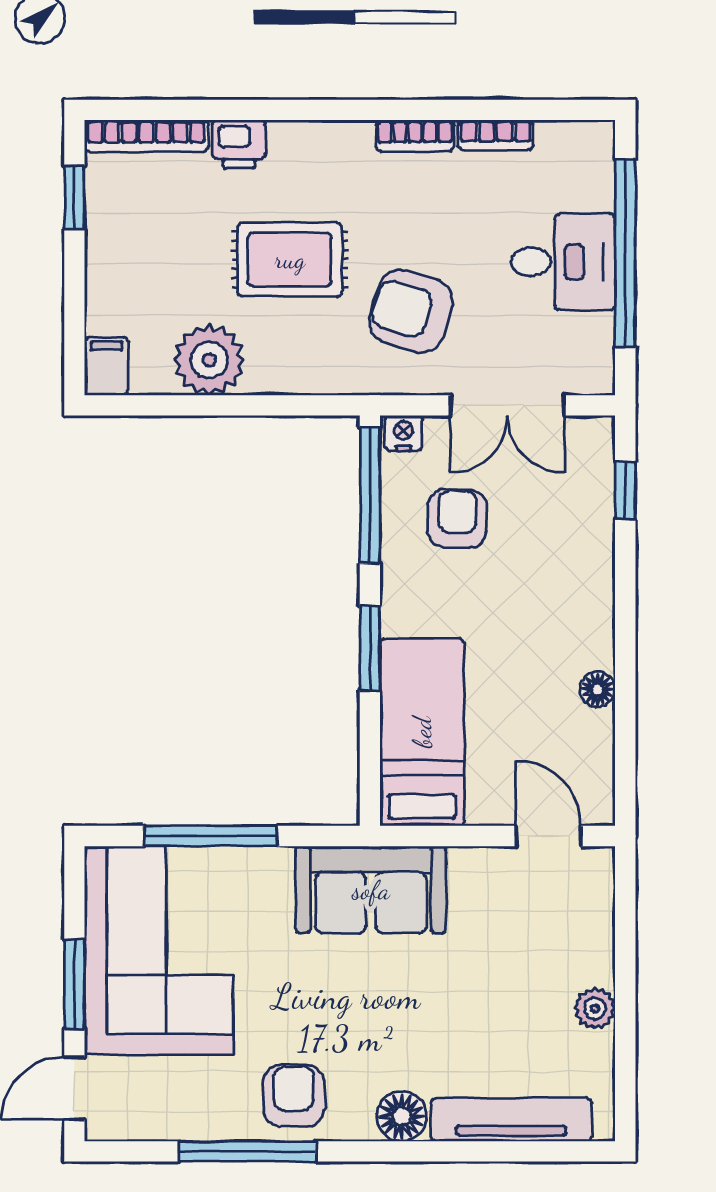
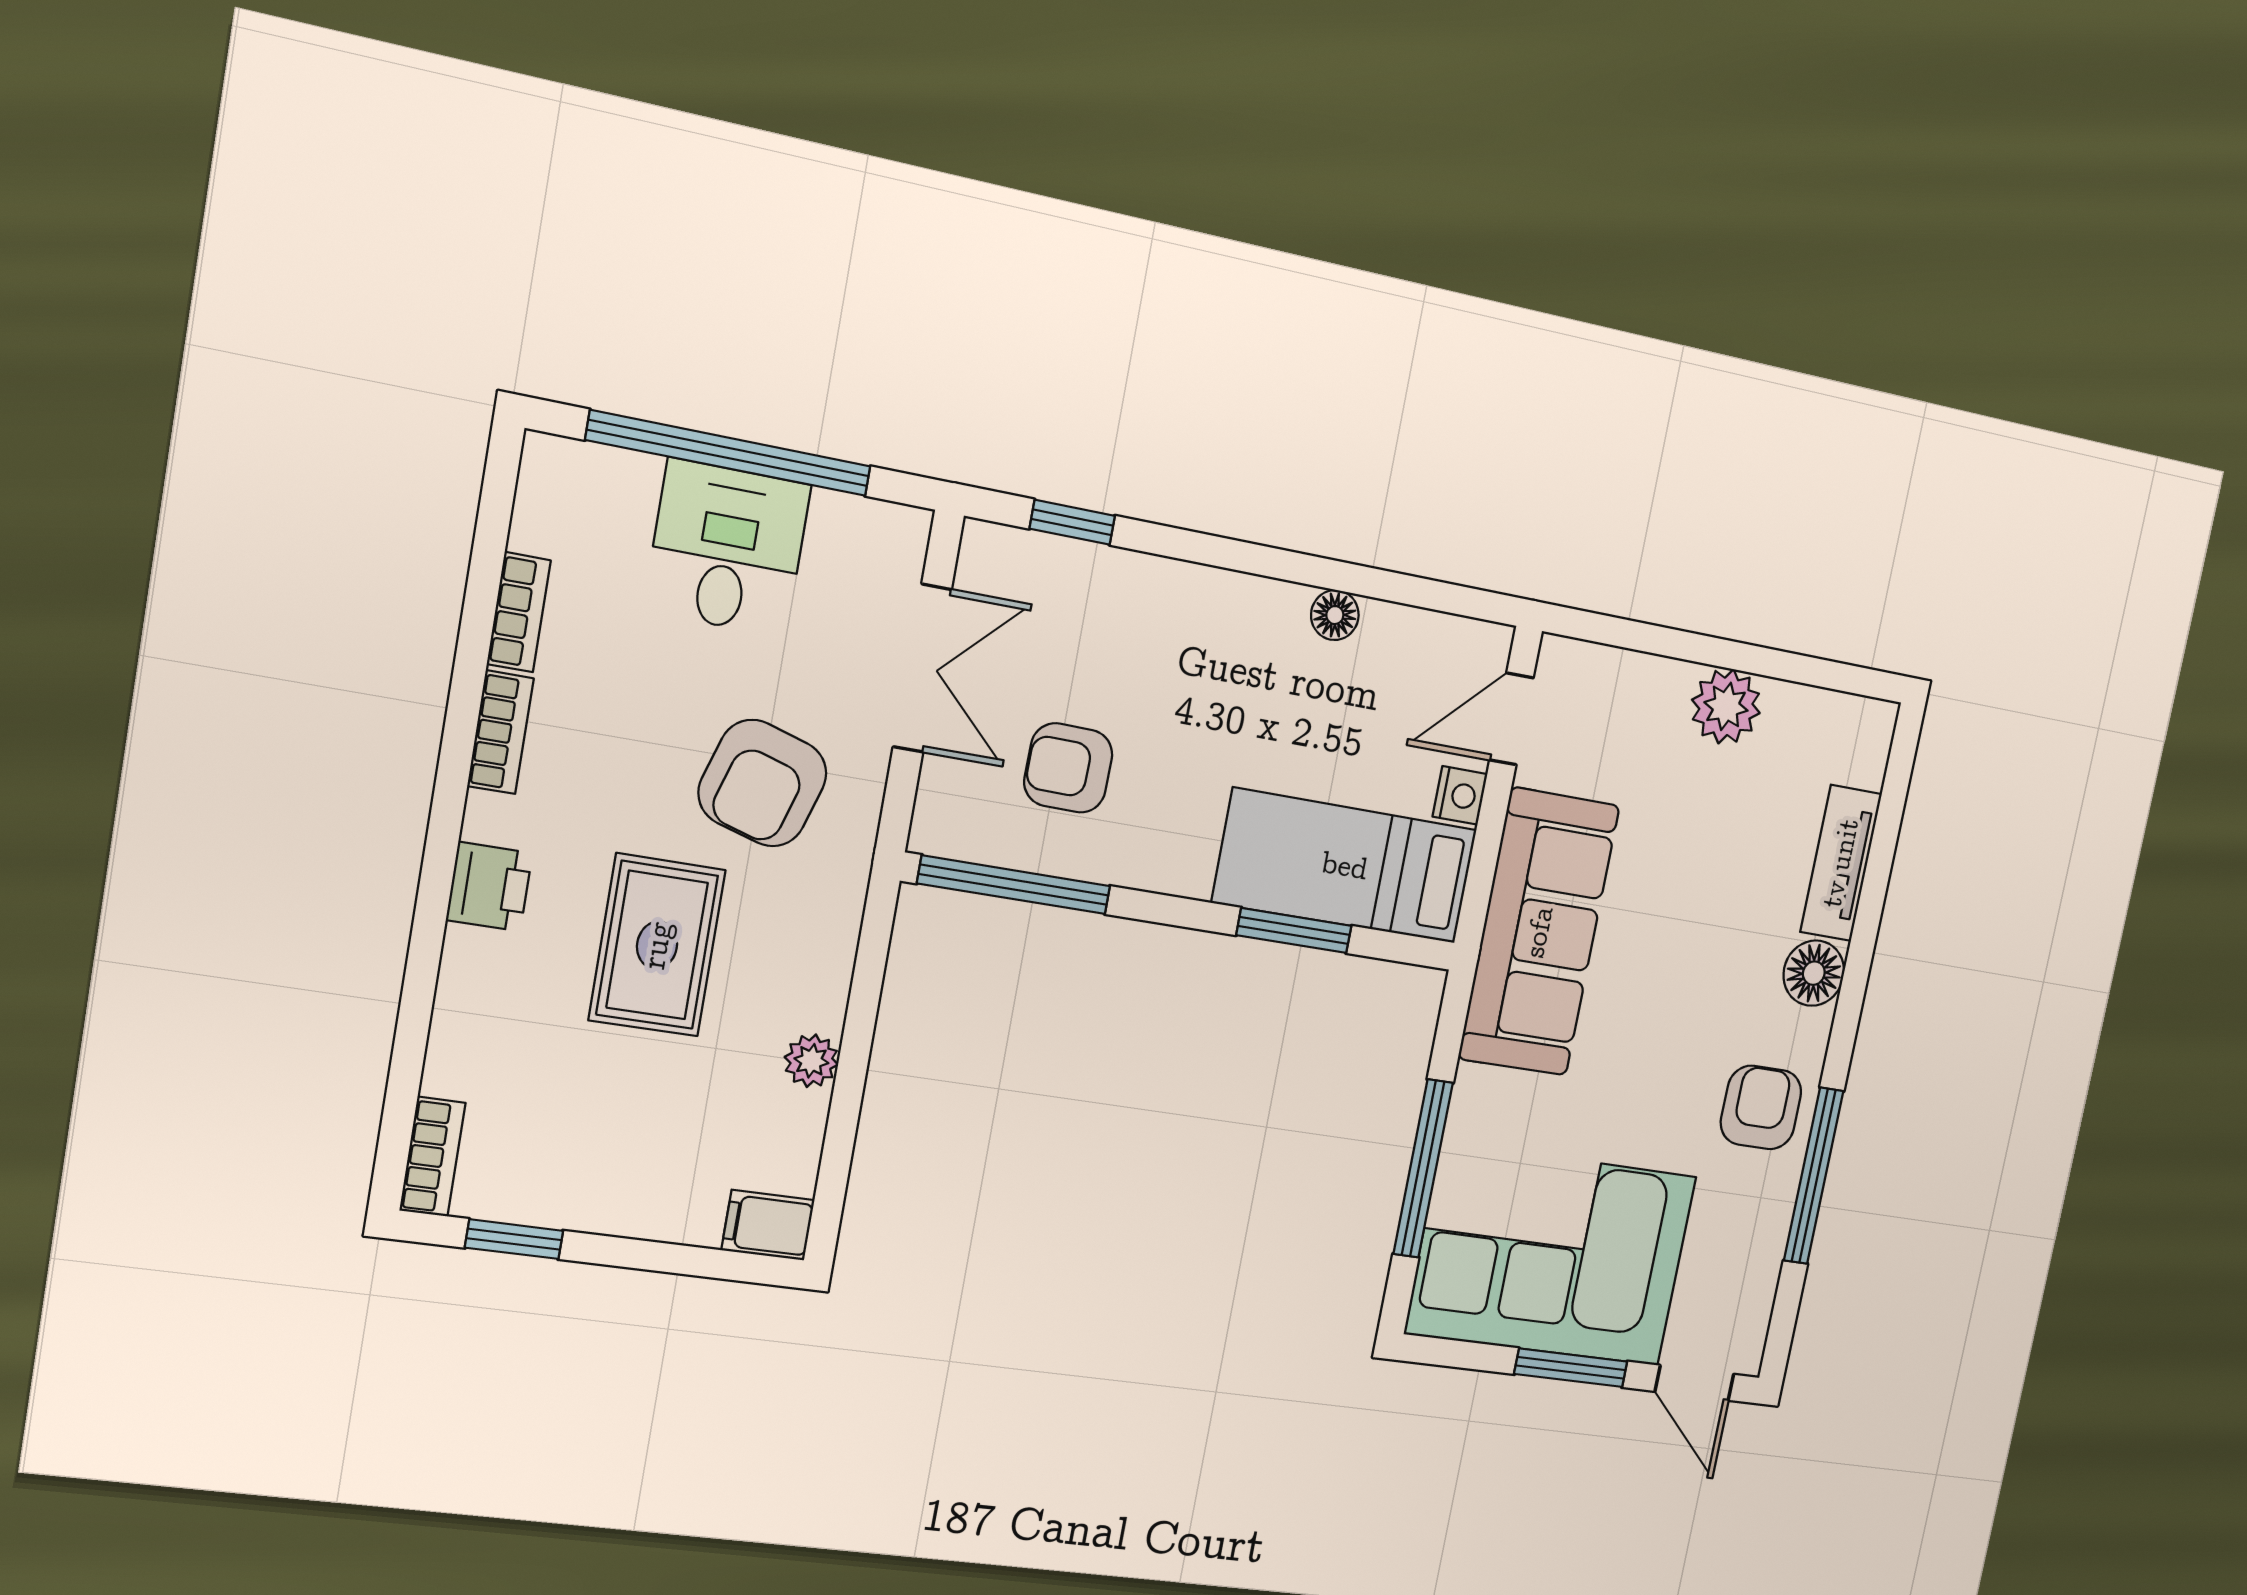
bookcase: (146, 136) -> (432, 1157), width x0.64
printer: (239, 144) -> (489, 887), moved
plant: (209, 360) -> (811, 1061), width x0.53, depth x0.53
nightstand: (403, 433) -> (1460, 795), moved, turned 180
window: (370, 648) -> (1294, 930), moved
sofa: (371, 890) -> (1539, 932), width x1.36
plant: (595, 1008) -> (1726, 706), width x1.38, depth x1.38
armchair: (294, 1096) -> (1761, 1107), turned 90
tv unit: (511, 1120) -> (1841, 863), width x0.71

